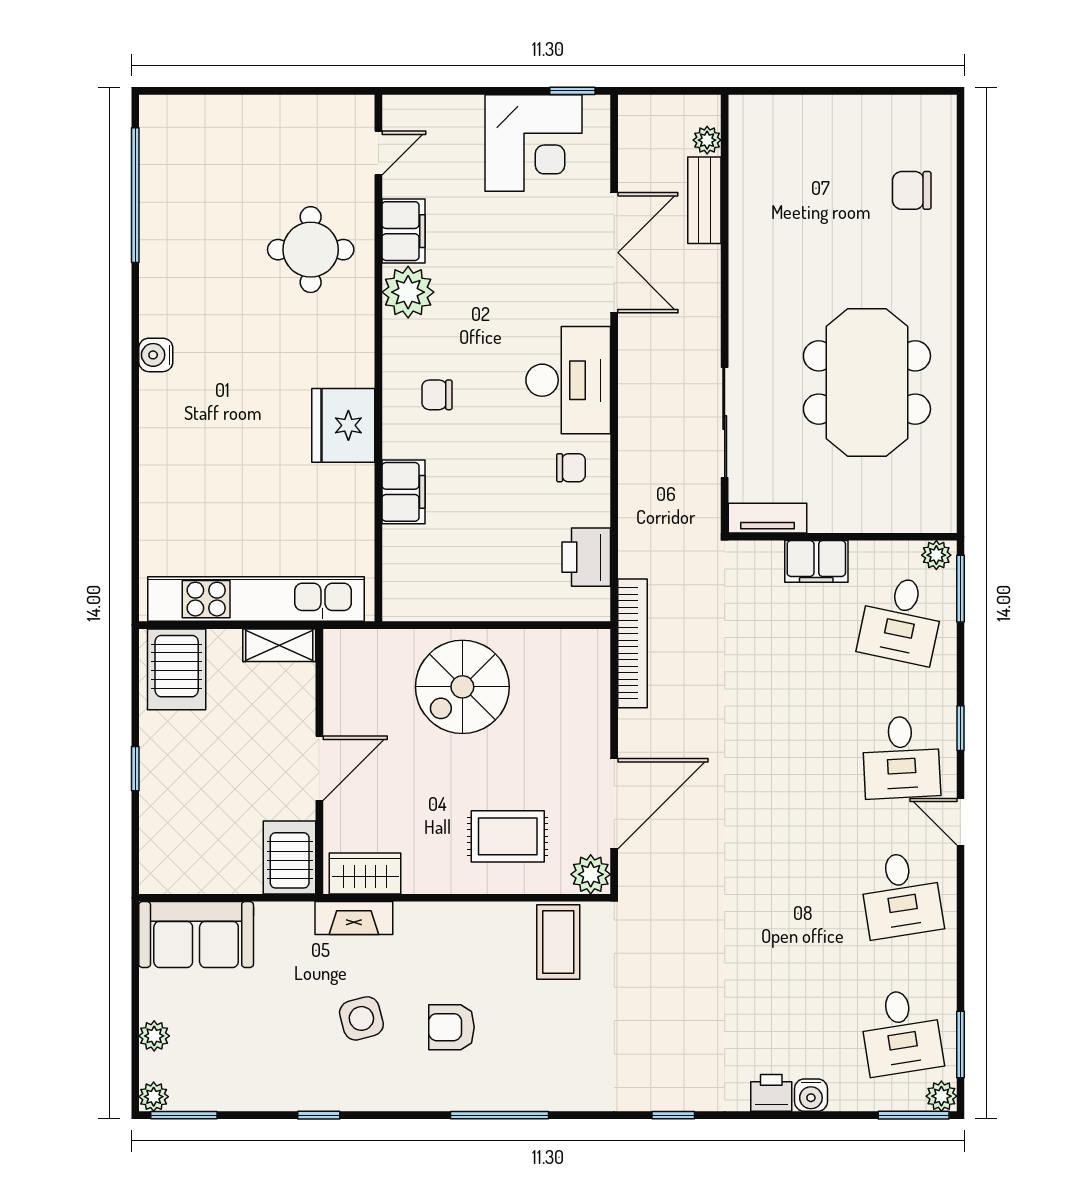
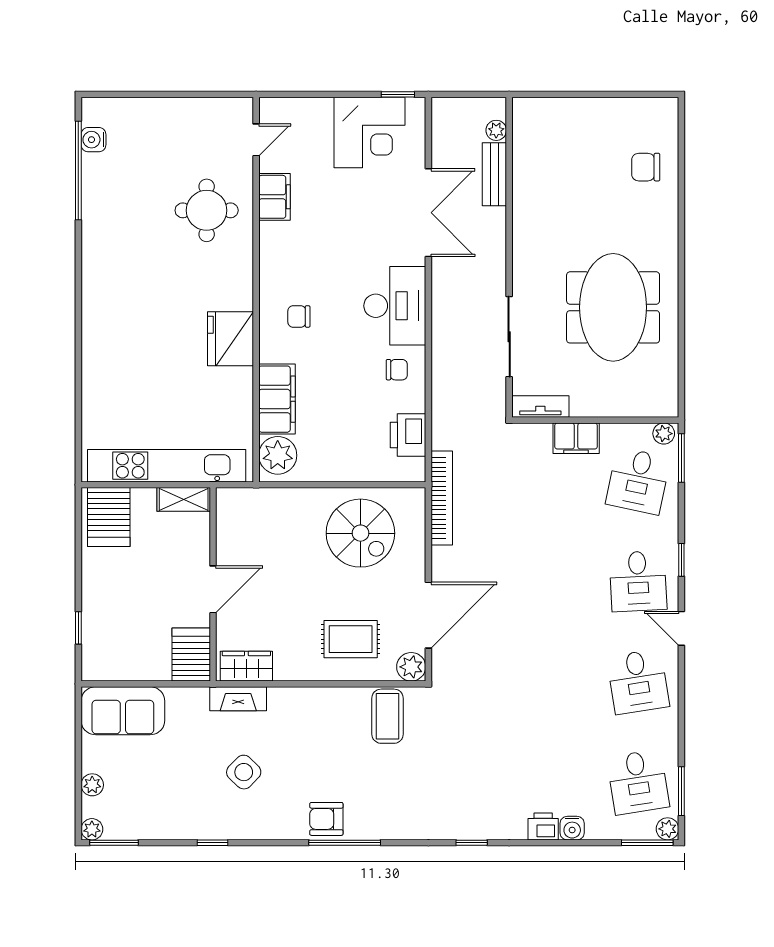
plant: (408, 292) -> (278, 455), moved
water cooler: (156, 355) -> (93, 140), moved
filing cabinet: (403, 492) -> (277, 399), width x1.50, depth x1.17
spiral stairs: (462, 687) -> (360, 533), moved, turned -90
window: (135, 769) -> (78, 628), moved
side table: (361, 1018) -> (244, 772), turned -31
armchair: (451, 1027) -> (326, 819), moved

